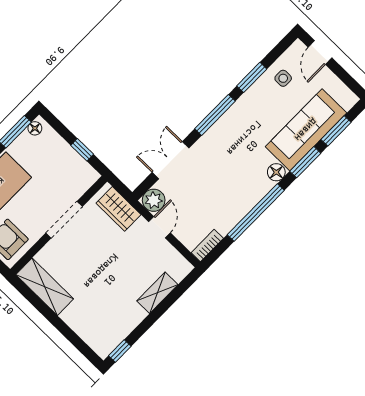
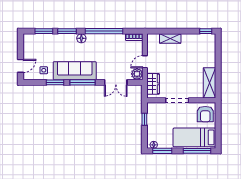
sofa: (306, 130) -> (75, 71), moved, turned 180

